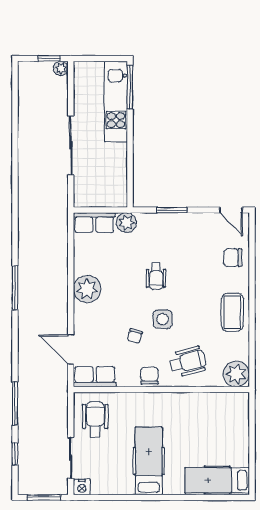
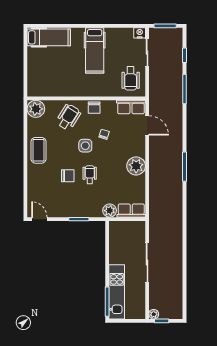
chair: (233, 258) -> (68, 176), moved
wheelchair: (188, 362) -> (68, 117), turned 137

